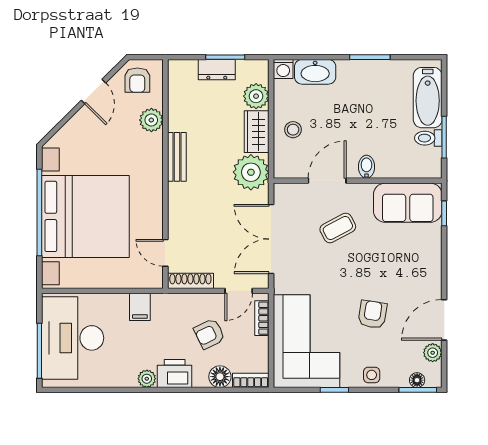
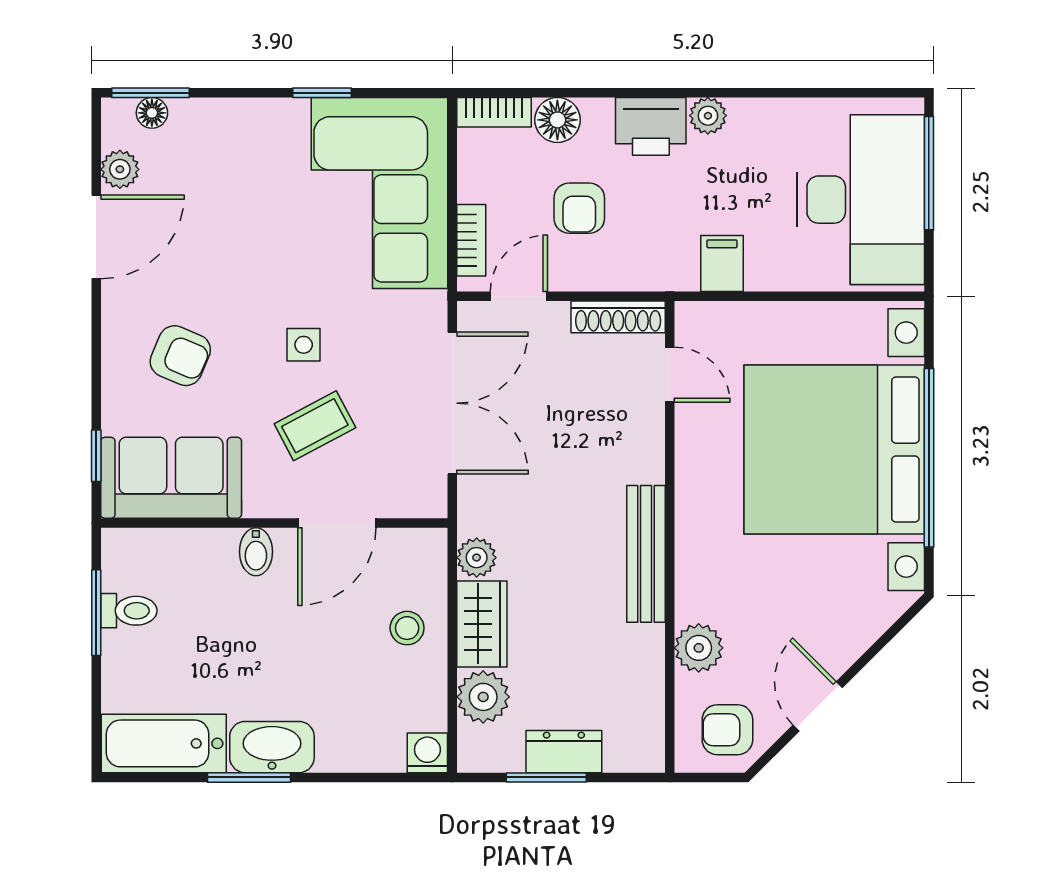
washbasin: (315, 72) -> (272, 747), moved
armchair: (137, 80) -> (727, 730), turned -90
bathtub: (428, 98) -> (164, 743), moved, turned -90
bench: (177, 157) -> (646, 554), width x1.36
plant: (251, 172) -> (477, 558), width x0.53, depth x0.53
armchair: (372, 314) -> (180, 356), moved, turned -76
armchair: (209, 334) -> (579, 208), turned 116
side table: (372, 375) -> (304, 345), moved

